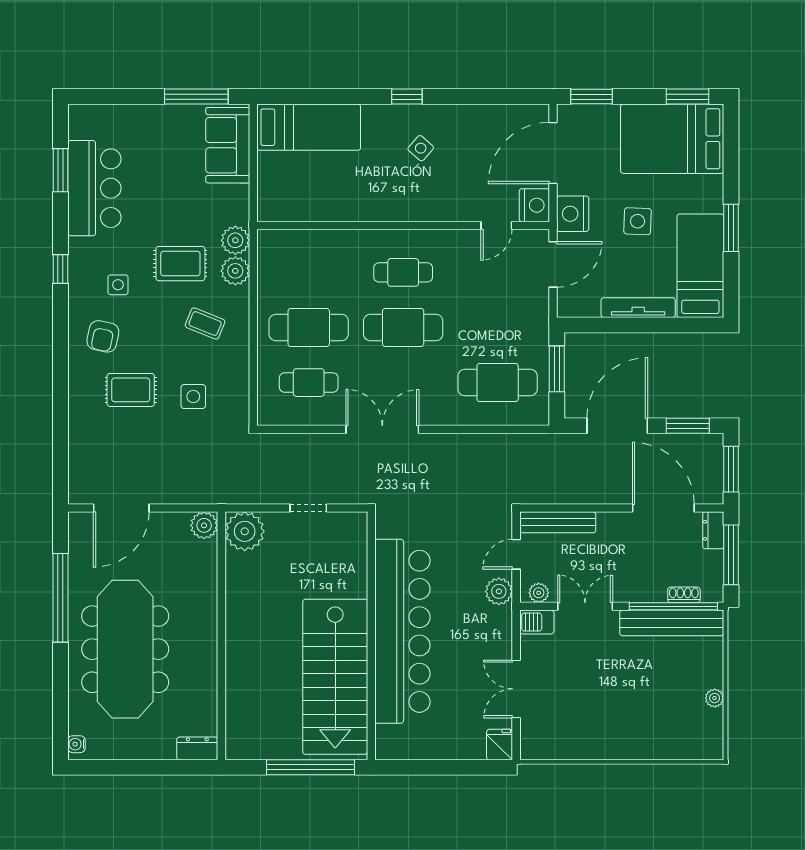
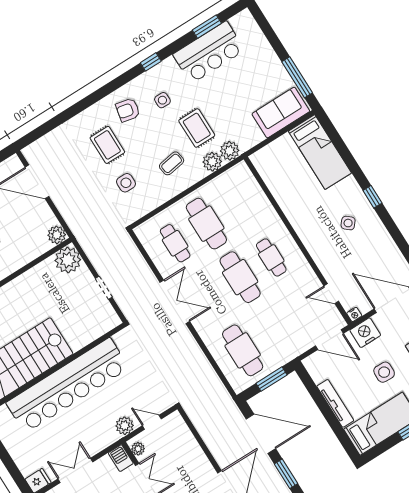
nightstand: (534, 205) -> (354, 314), width x0.53, depth x0.56
coffee table: (205, 323) -> (172, 163), turned 59
bench: (558, 522) -> (185, 434), removed

